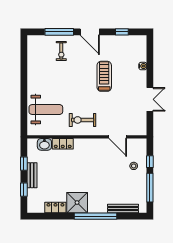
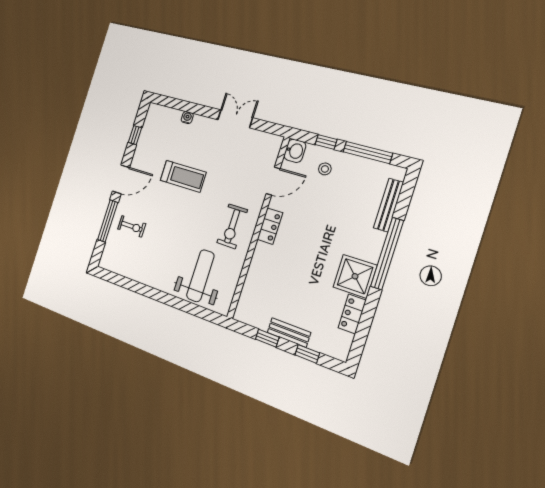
treadmill: (104, 76) -> (183, 176), turned 180
washbasin: (44, 144) -> (295, 151), moved
locker: (63, 144) -> (270, 226), moved

